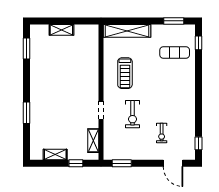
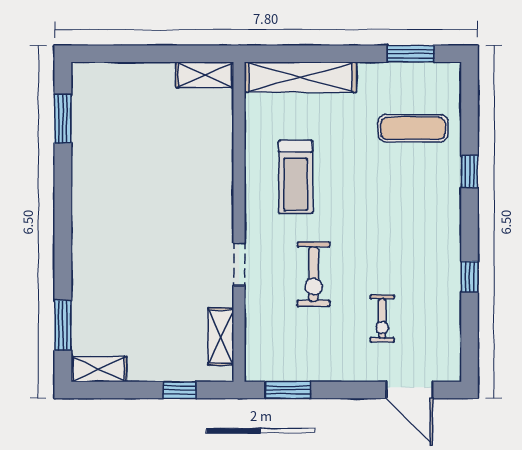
shelving: (61, 30) -> (205, 75), moved
window: (198, 43) -> (469, 172), moved
window: (26, 113) -> (63, 325), moved
window: (198, 143) -> (469, 277), moved
shelving: (55, 154) -> (99, 369), moved

